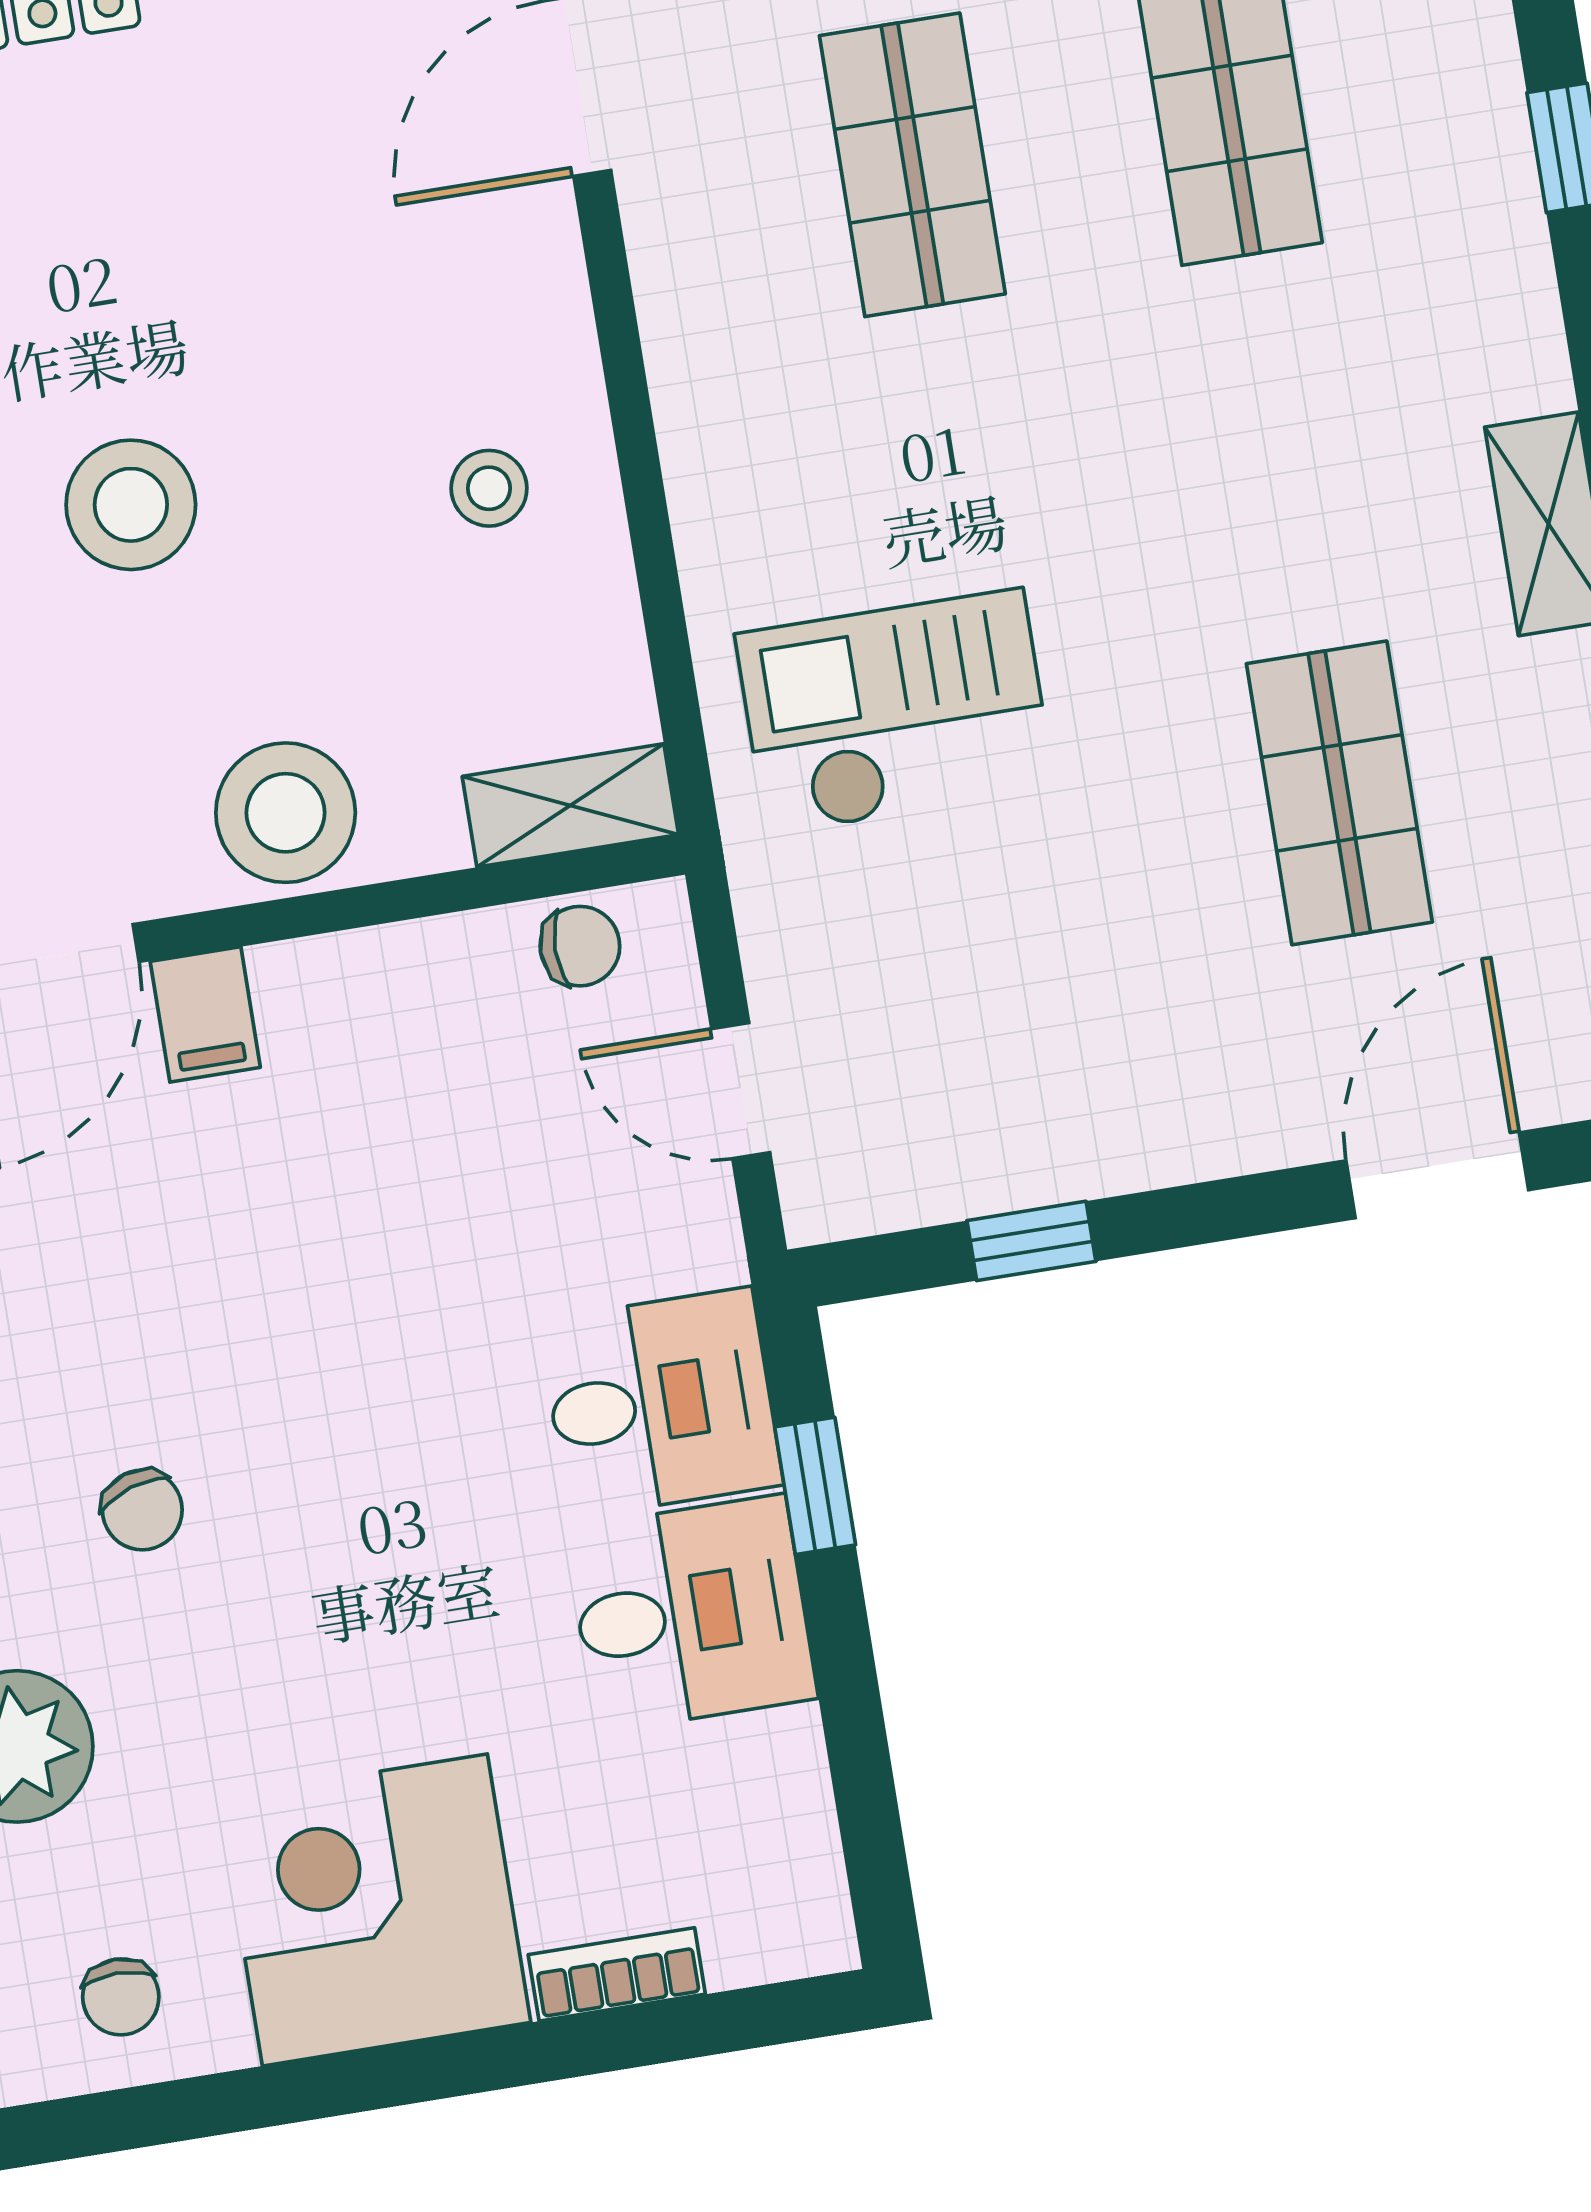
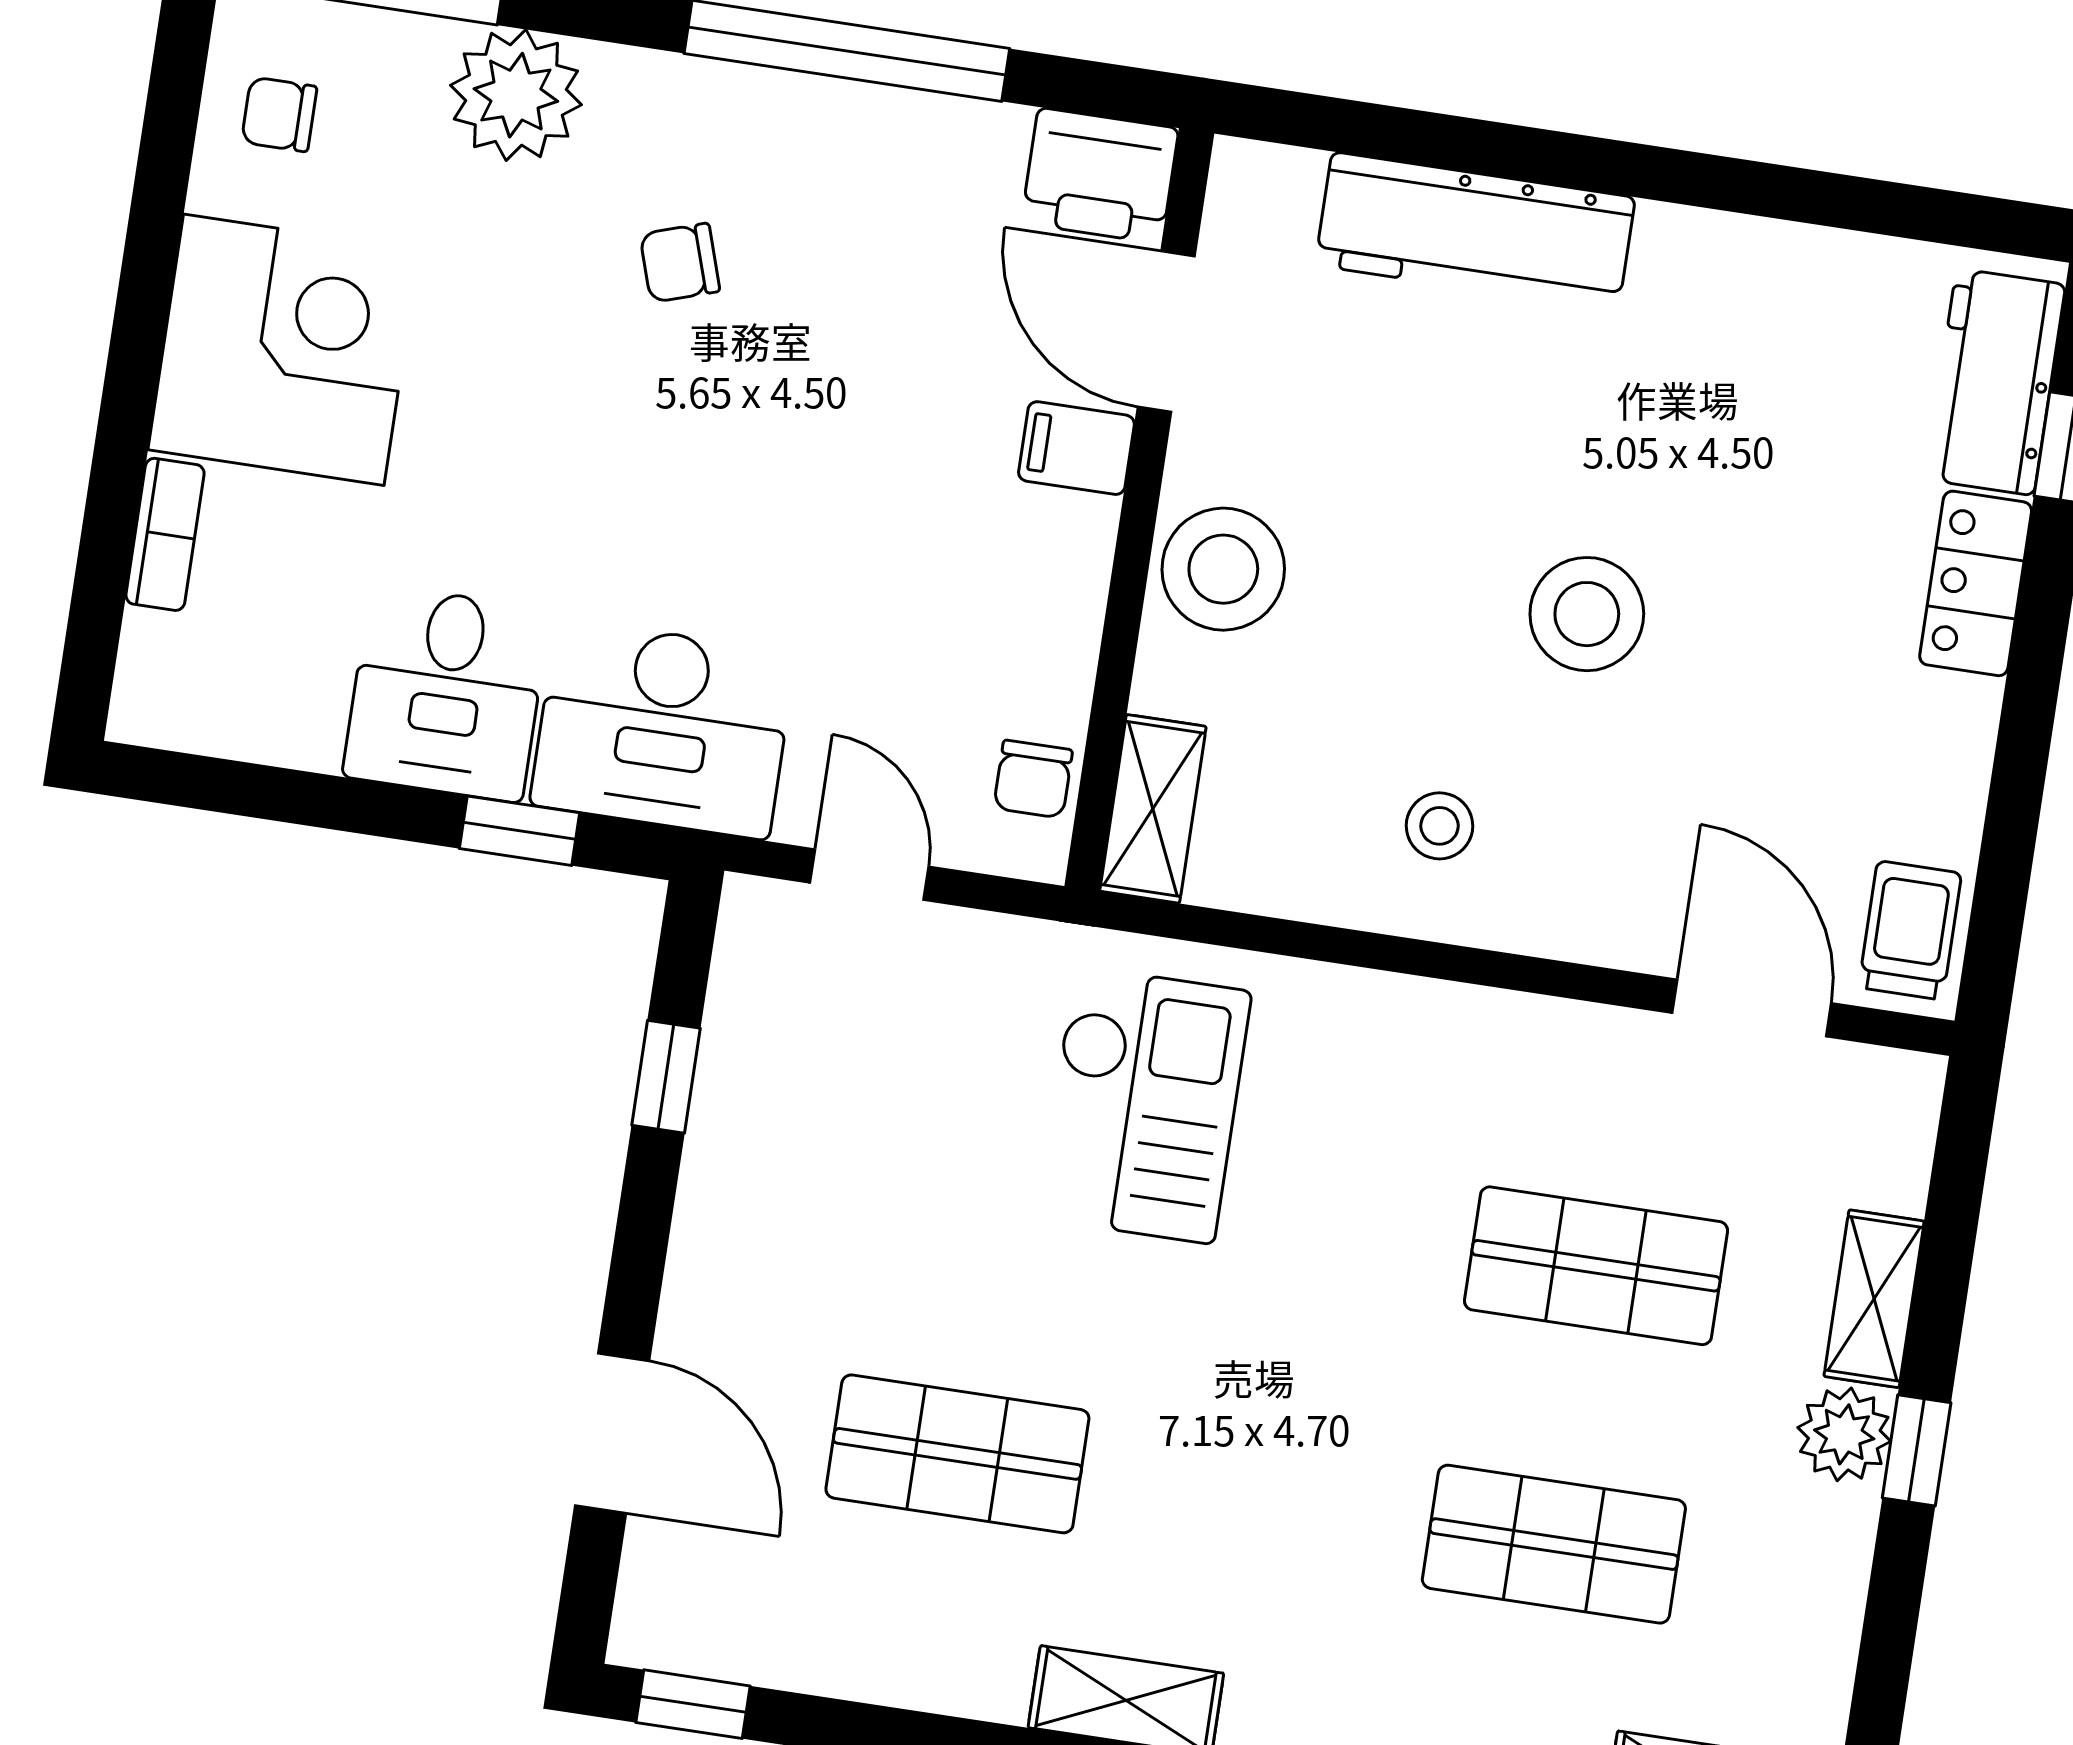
stool: (131, 505) -> (1587, 614), moved
door: (741, 1091) -> (869, 875), hinge flipped
desk: (661, 1403) -> (663, 729), width x1.37

